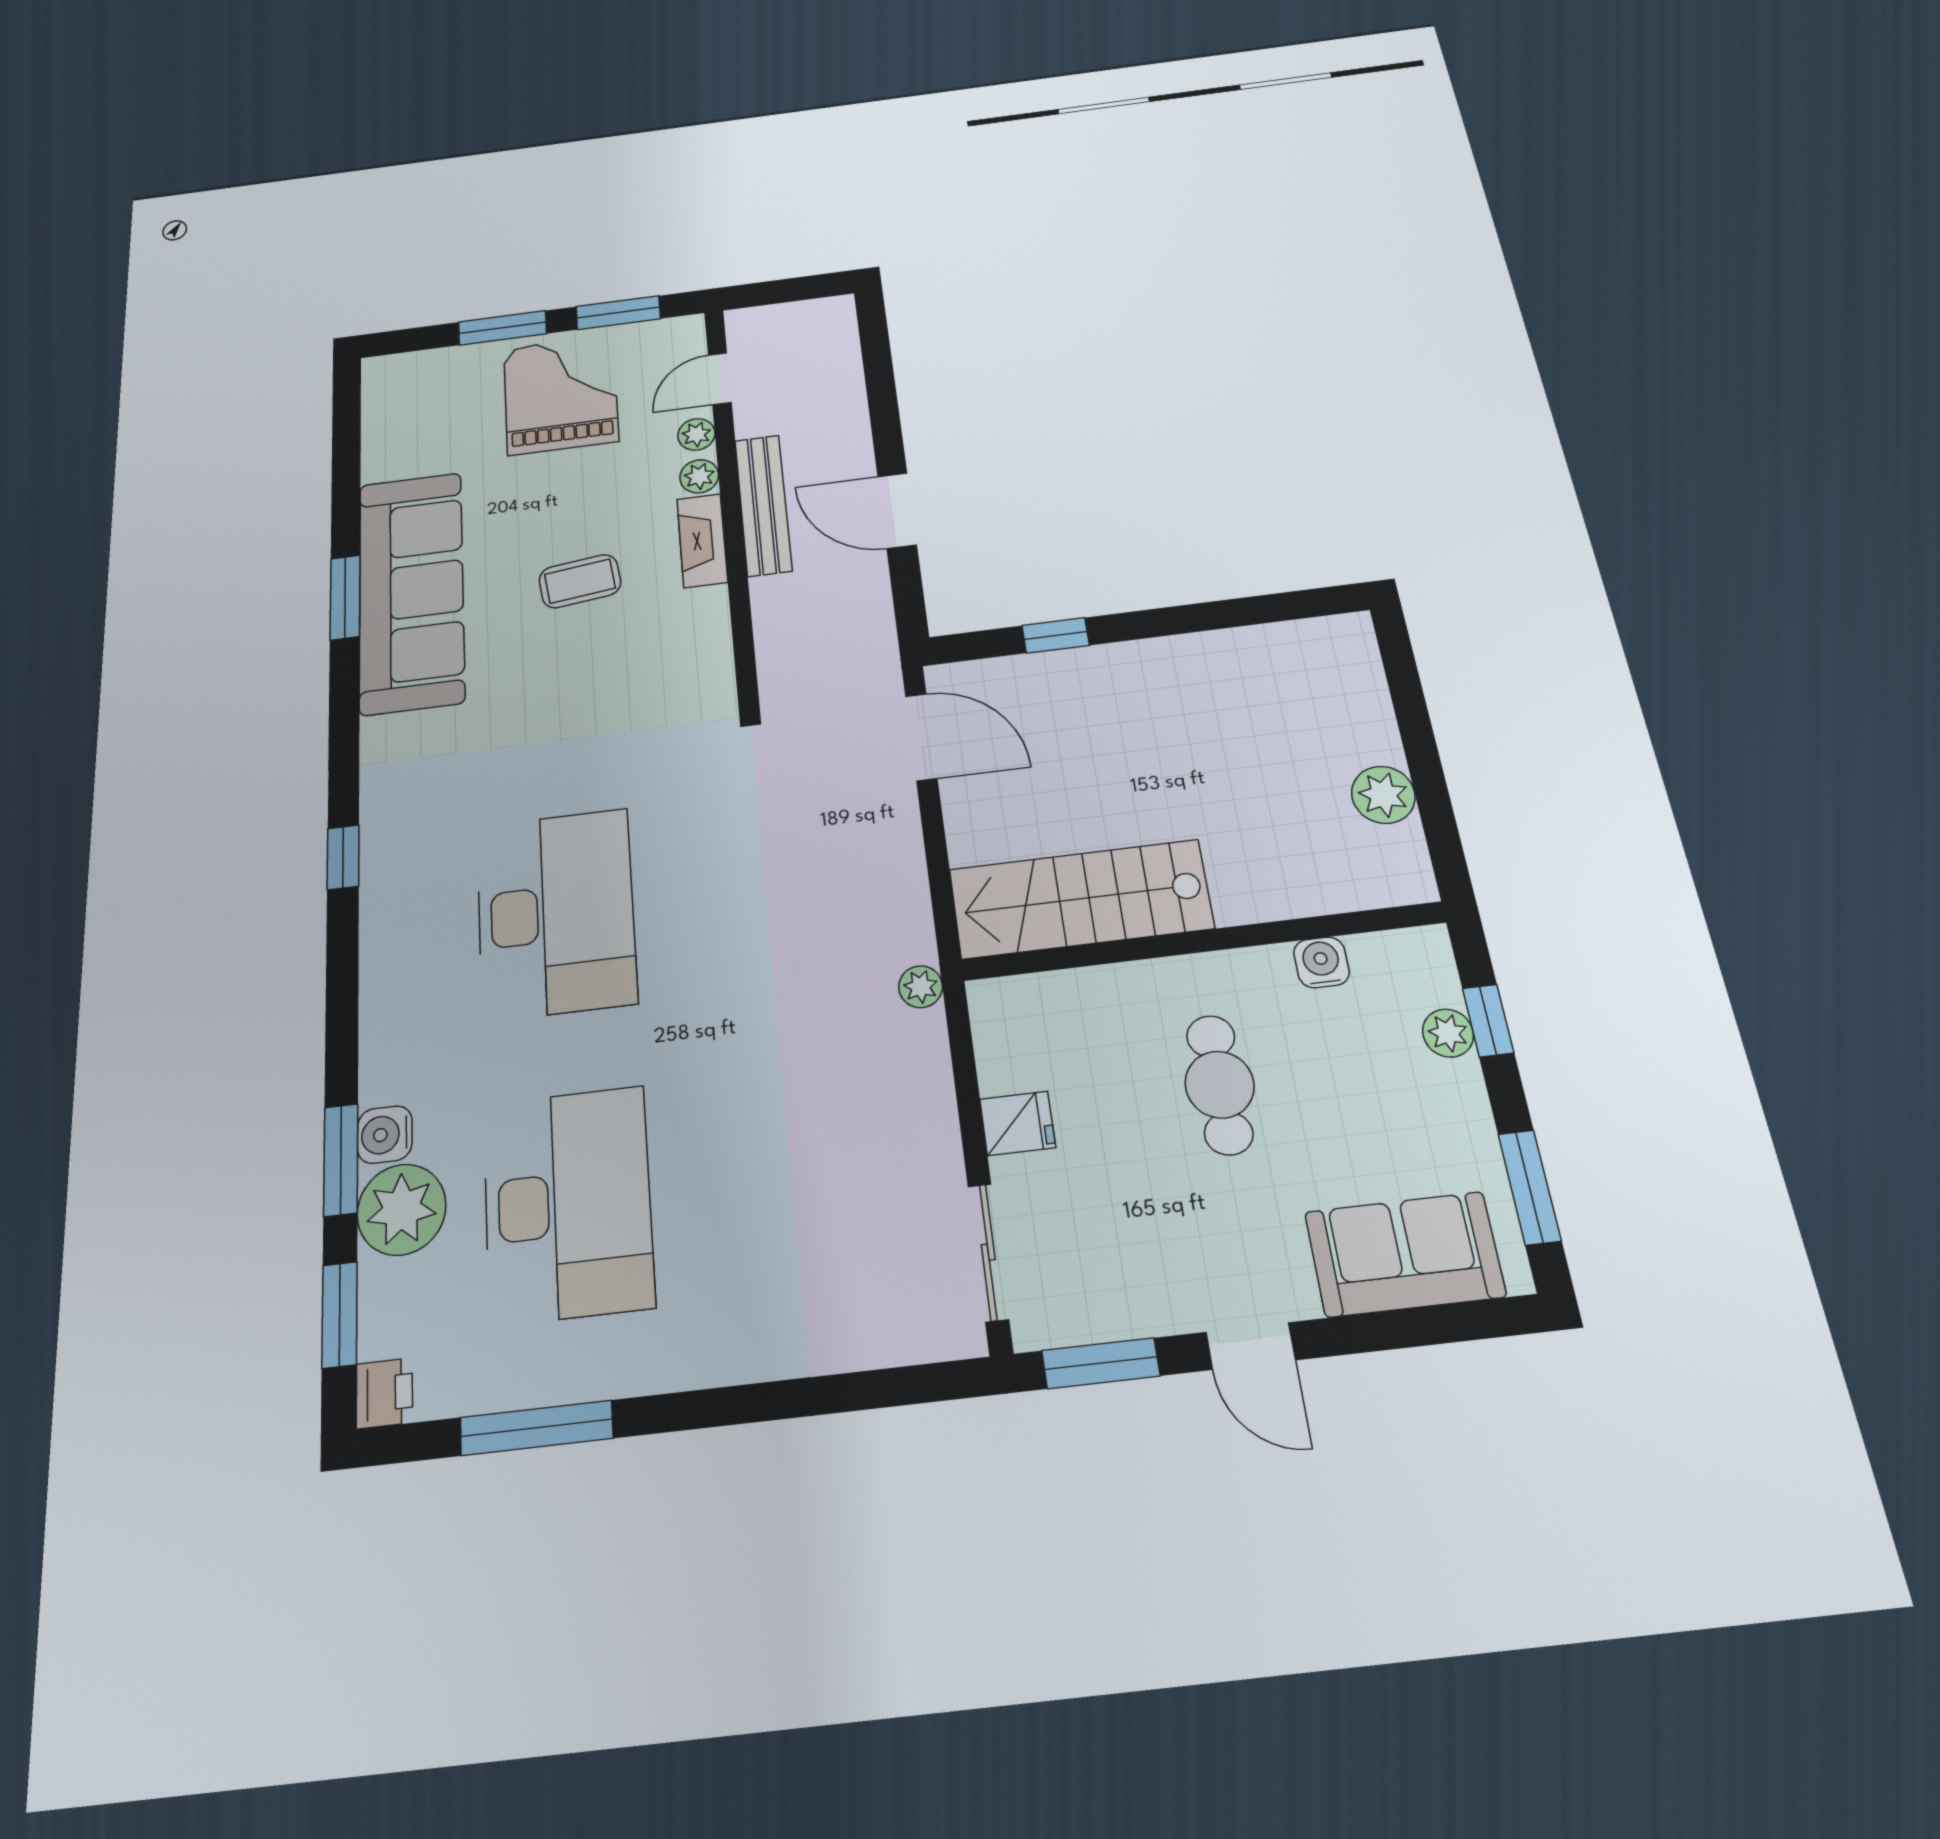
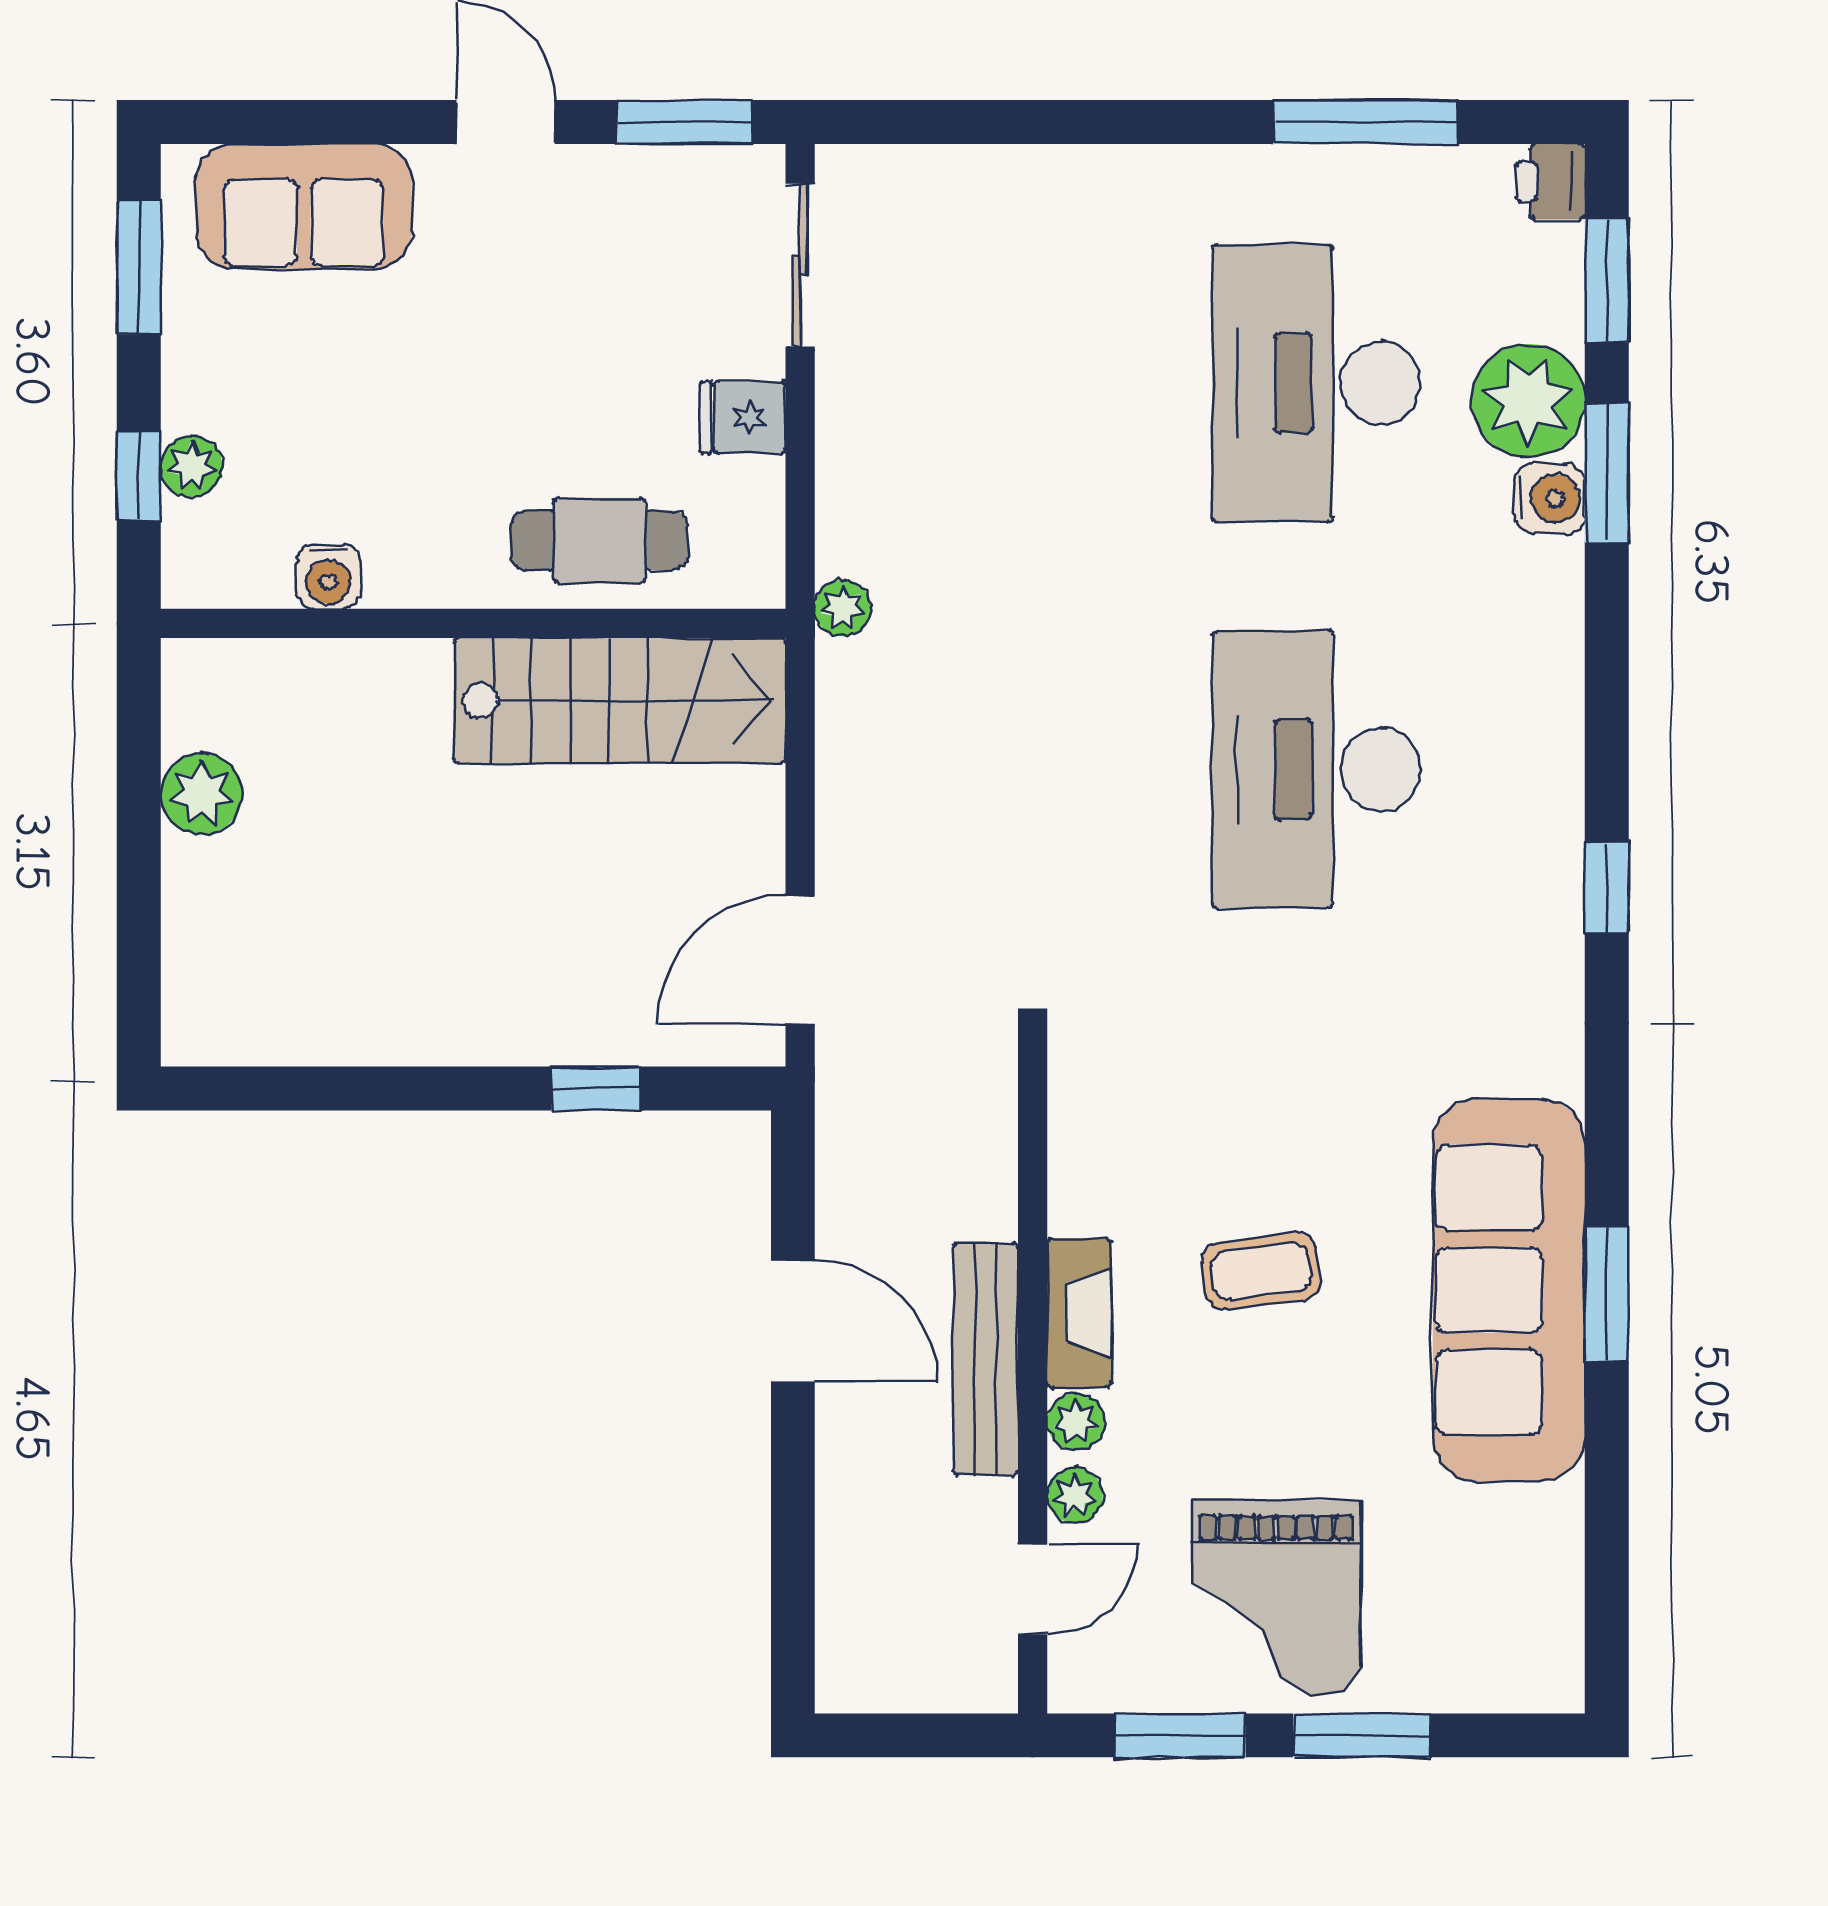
door: (921, 737) -> (800, 960), hinge flipped
cafe table: (1220, 1085) -> (599, 540), moved, turned 90

